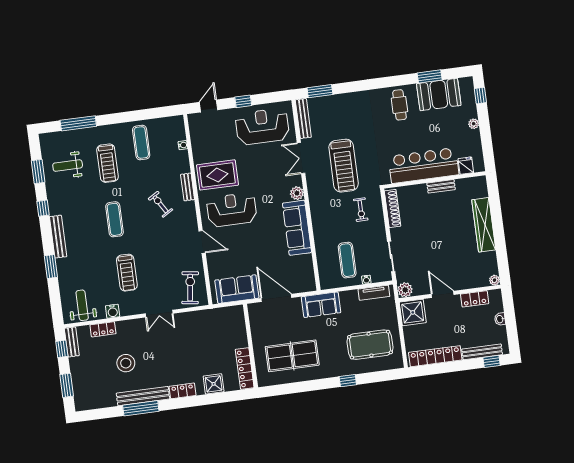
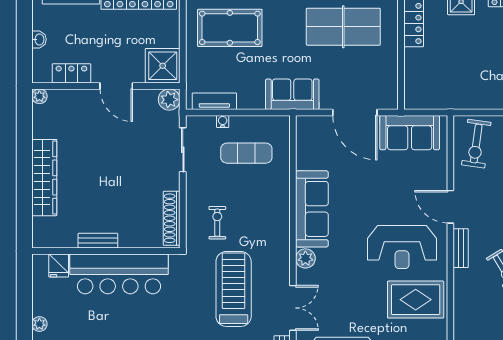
bench: (188, 187) -> (461, 248), moved
exercise mat: (347, 260) -> (246, 153), turned 90

